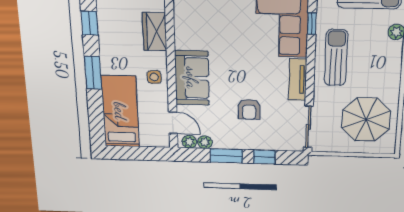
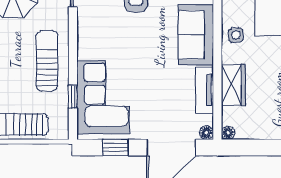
sun lounger: (336, 58) -> (47, 61), turned 180
tv unit: (298, 80) -> (205, 90), moved, turned 180

